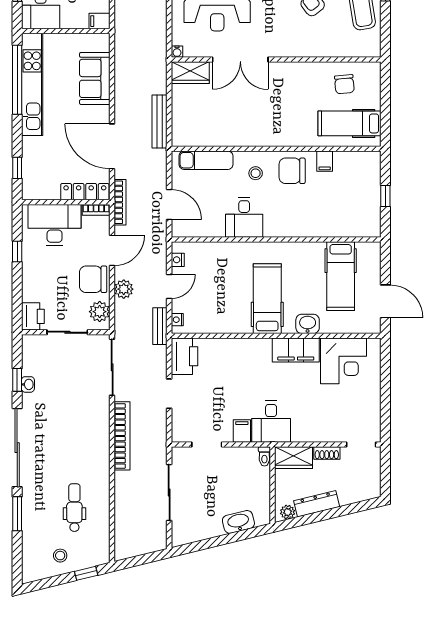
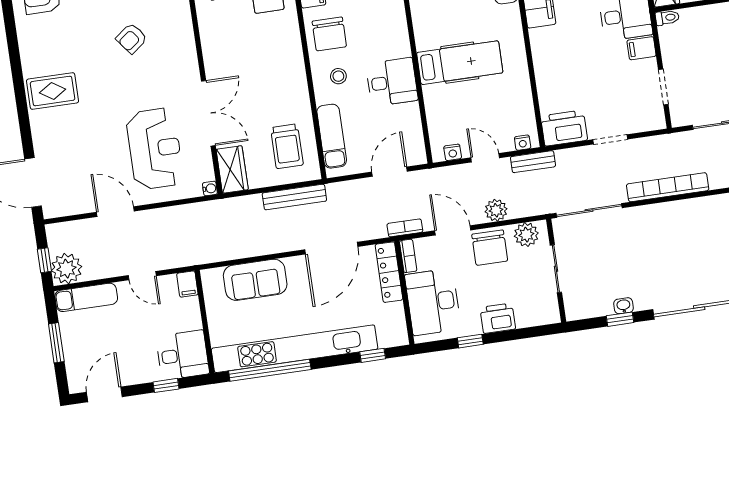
kitchen unit: (32, 84) -> (295, 349), width x1.36
trolley: (203, 121) -> (287, 146), added
bookcase: (120, 202) -> (405, 228), width x0.64
hospital bed: (267, 299) -> (460, 63), moved, turned 180
printer: (33, 316) -> (498, 318), moved

